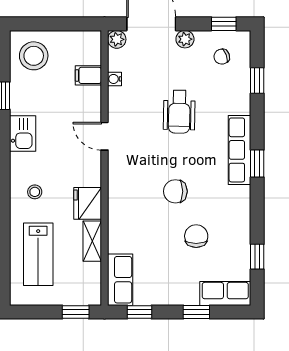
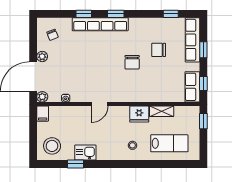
window: (224, 24) -> (33, 34), removed
filing cabinet: (88, 75) -> (43, 114), moved
window: (257, 81) -> (84, 14), moved
wheelchair: (179, 112) -> (85, 60), removed
kitchen sink: (23, 134) -> (85, 153), moved
row of seats: (240, 150) -> (100, 24), width x1.36
row of seats: (120, 280) -> (192, 87), moved, turned -90
row of seats: (225, 293) -> (192, 40), width x1.48

